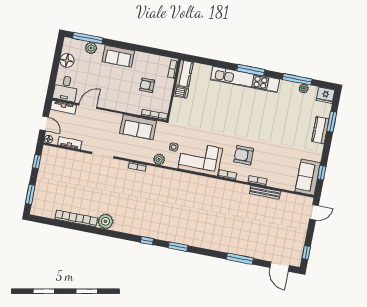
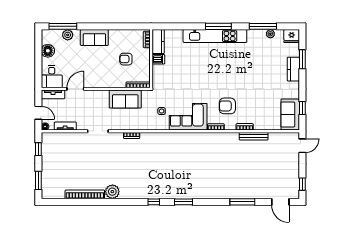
plant: (159, 159) -> (150, 125), removed

